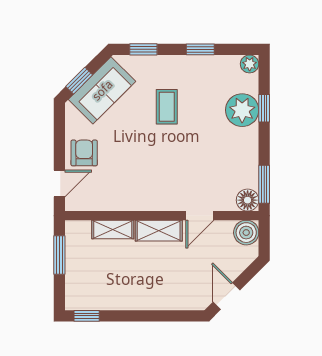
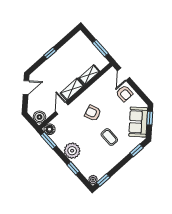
window: (200, 49) -> (103, 180), moved
plant: (242, 110) -> (72, 151), moved
armchair: (159, 166) -> (93, 113), added
door: (227, 296) -> (26, 87), hinge flipped
window: (87, 316) -> (50, 53), moved

